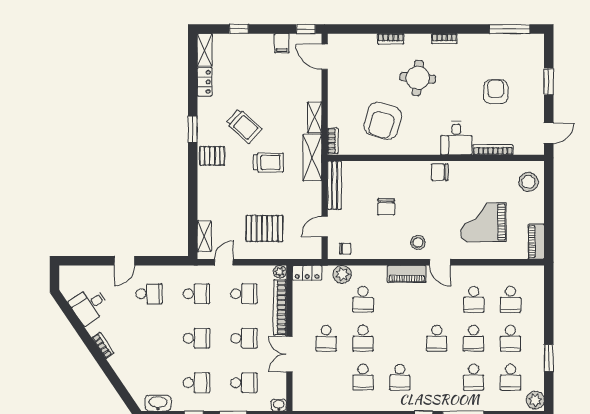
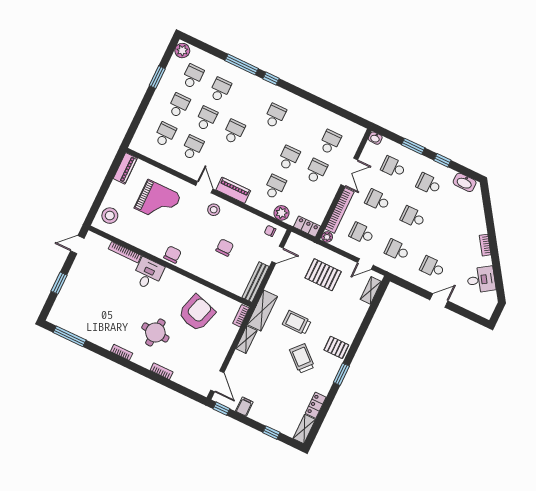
armchair: (496, 92) -> (102, 294), removed
chair: (440, 172) -> (172, 255), turned -90
school desk: (363, 377) -> (330, 142), moved

